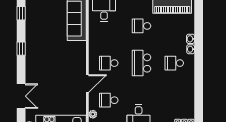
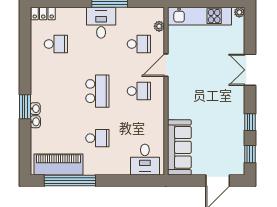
window: (21, 49) -> (250, 122), moved
window: (199, 51) -> (25, 107), added
school desk: (174, 63) -> (56, 44), moved
double door: (21, 96) -> (250, 70), moved

